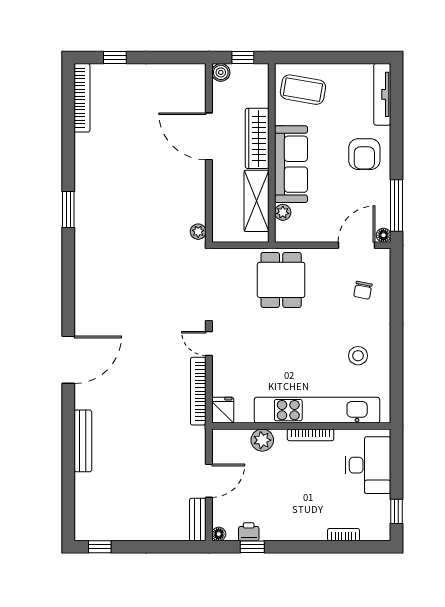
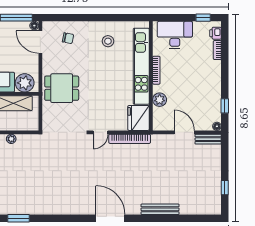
plant: (283, 212) -> (25, 83), width x1.88, depth x1.88
plant: (198, 232) -> (11, 139), moved
fridge: (223, 410) -> (138, 118), width x1.88, depth x1.34
printer: (249, 532) -> (216, 33), moved
window: (100, 547) -> (225, 188), moved

